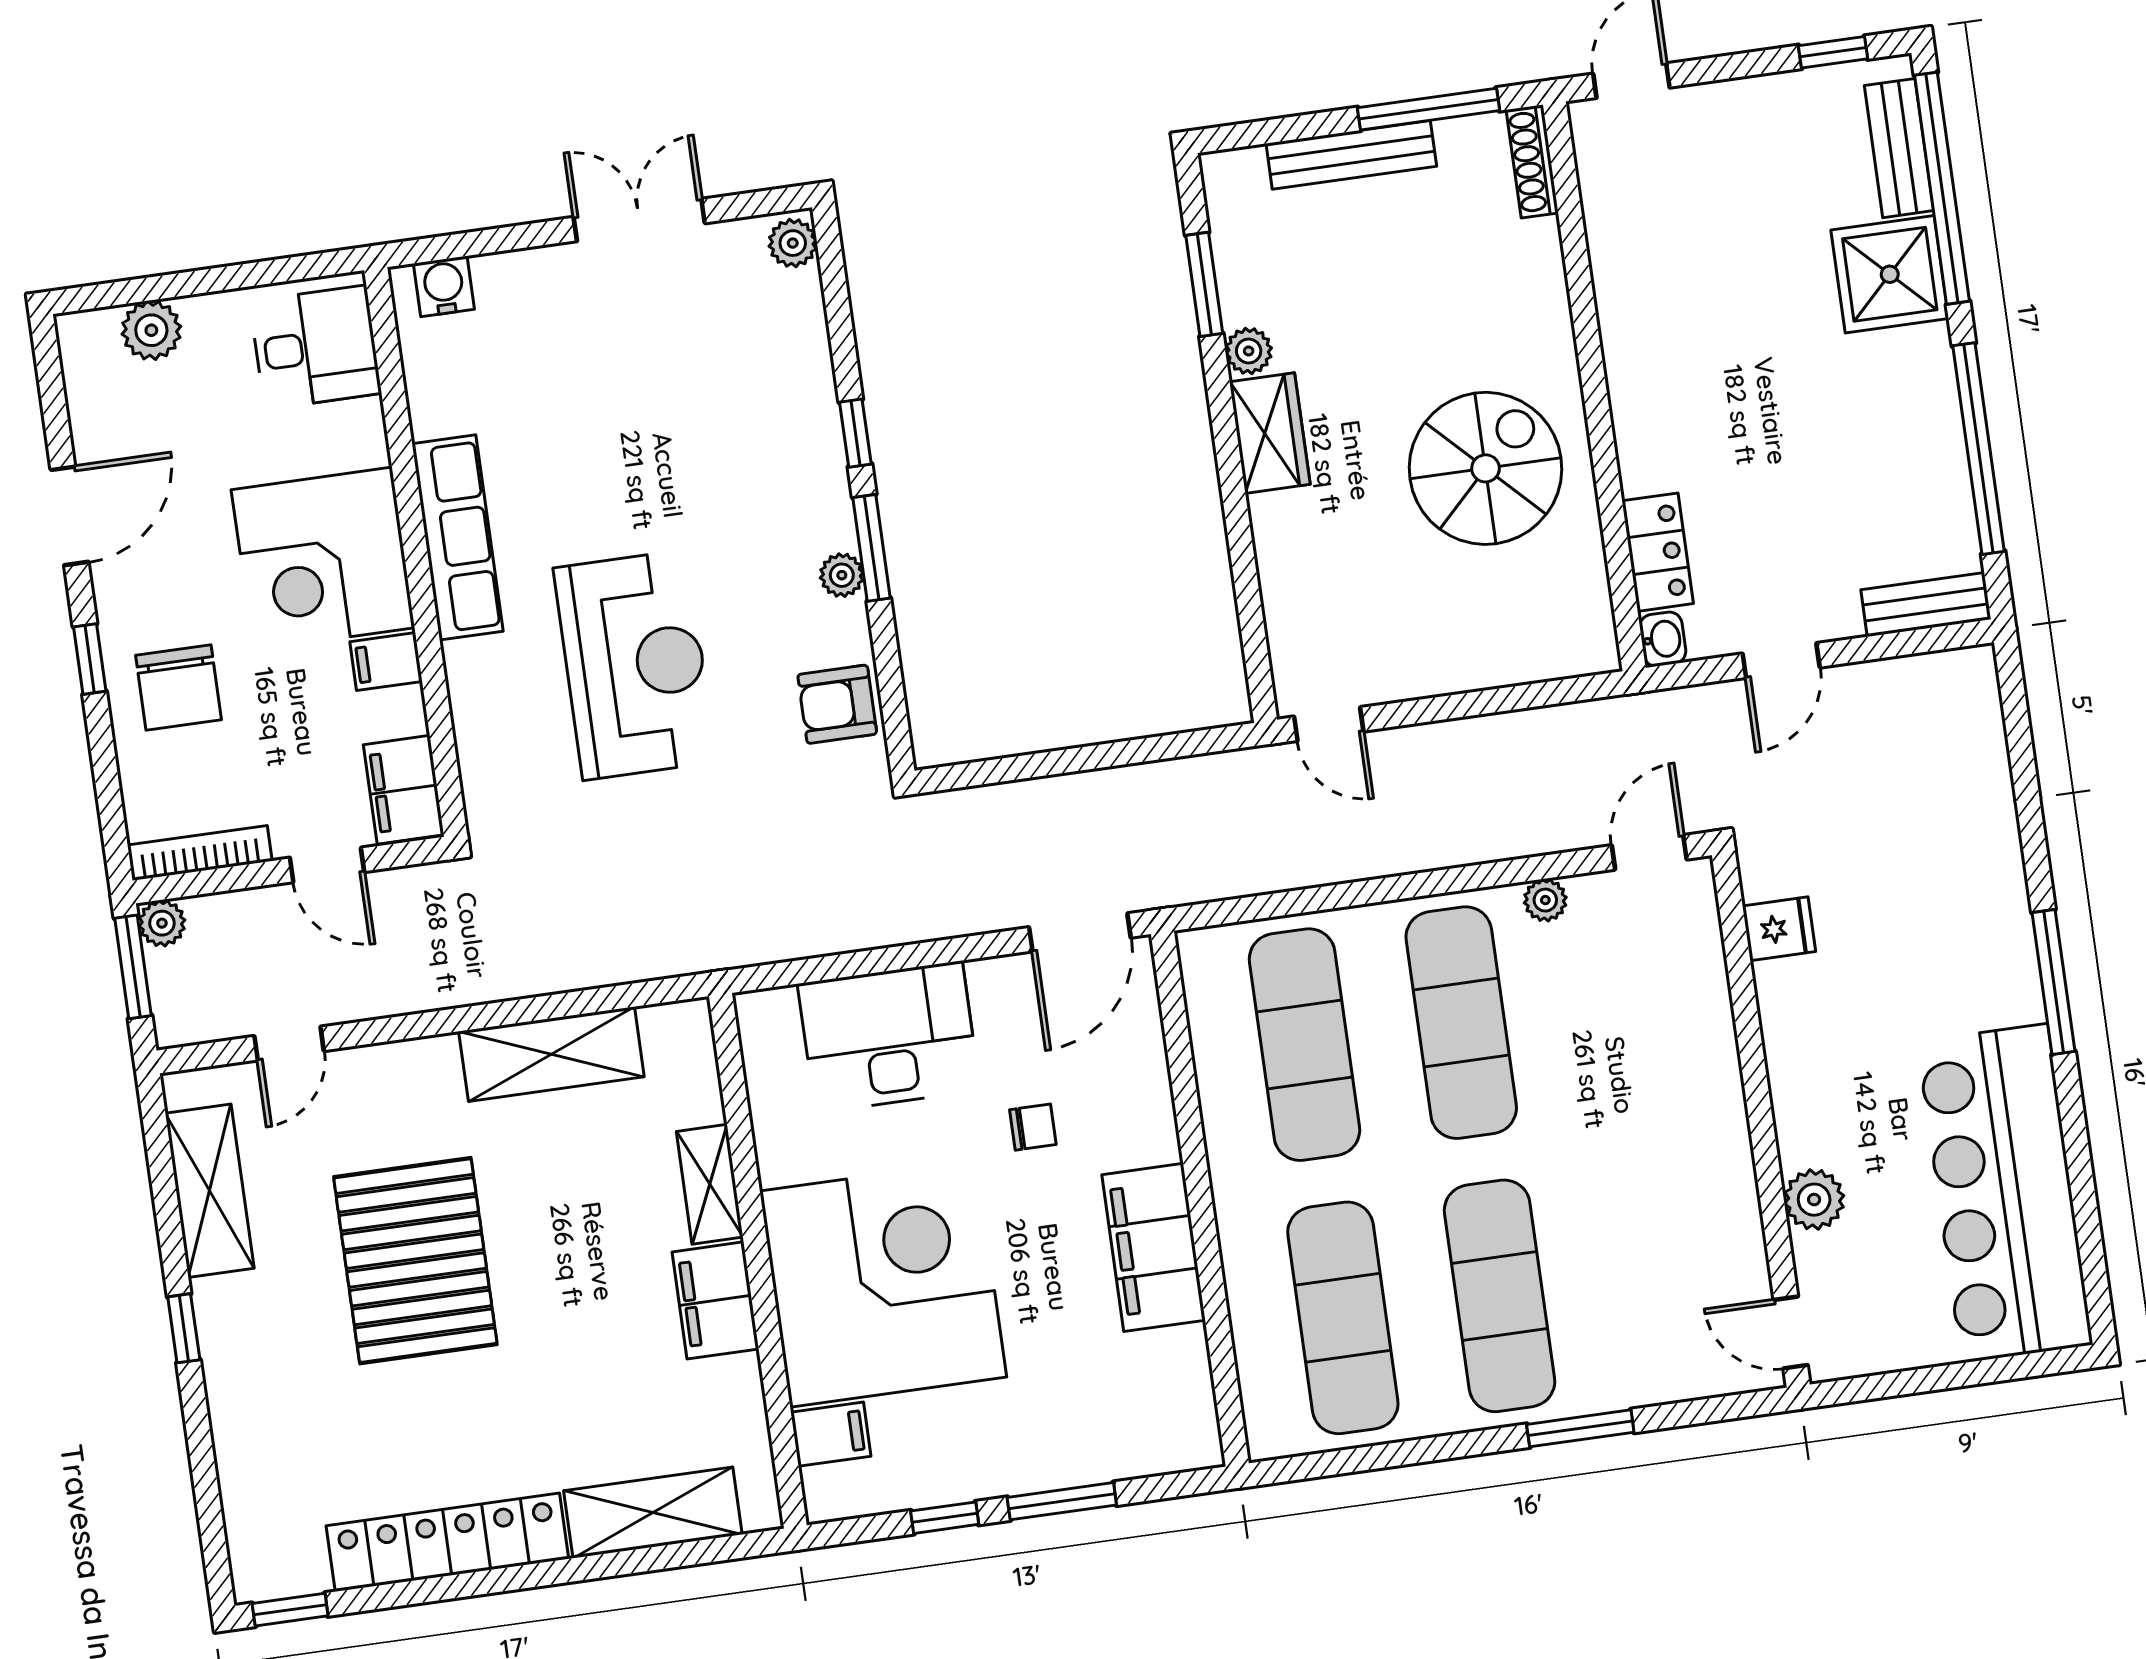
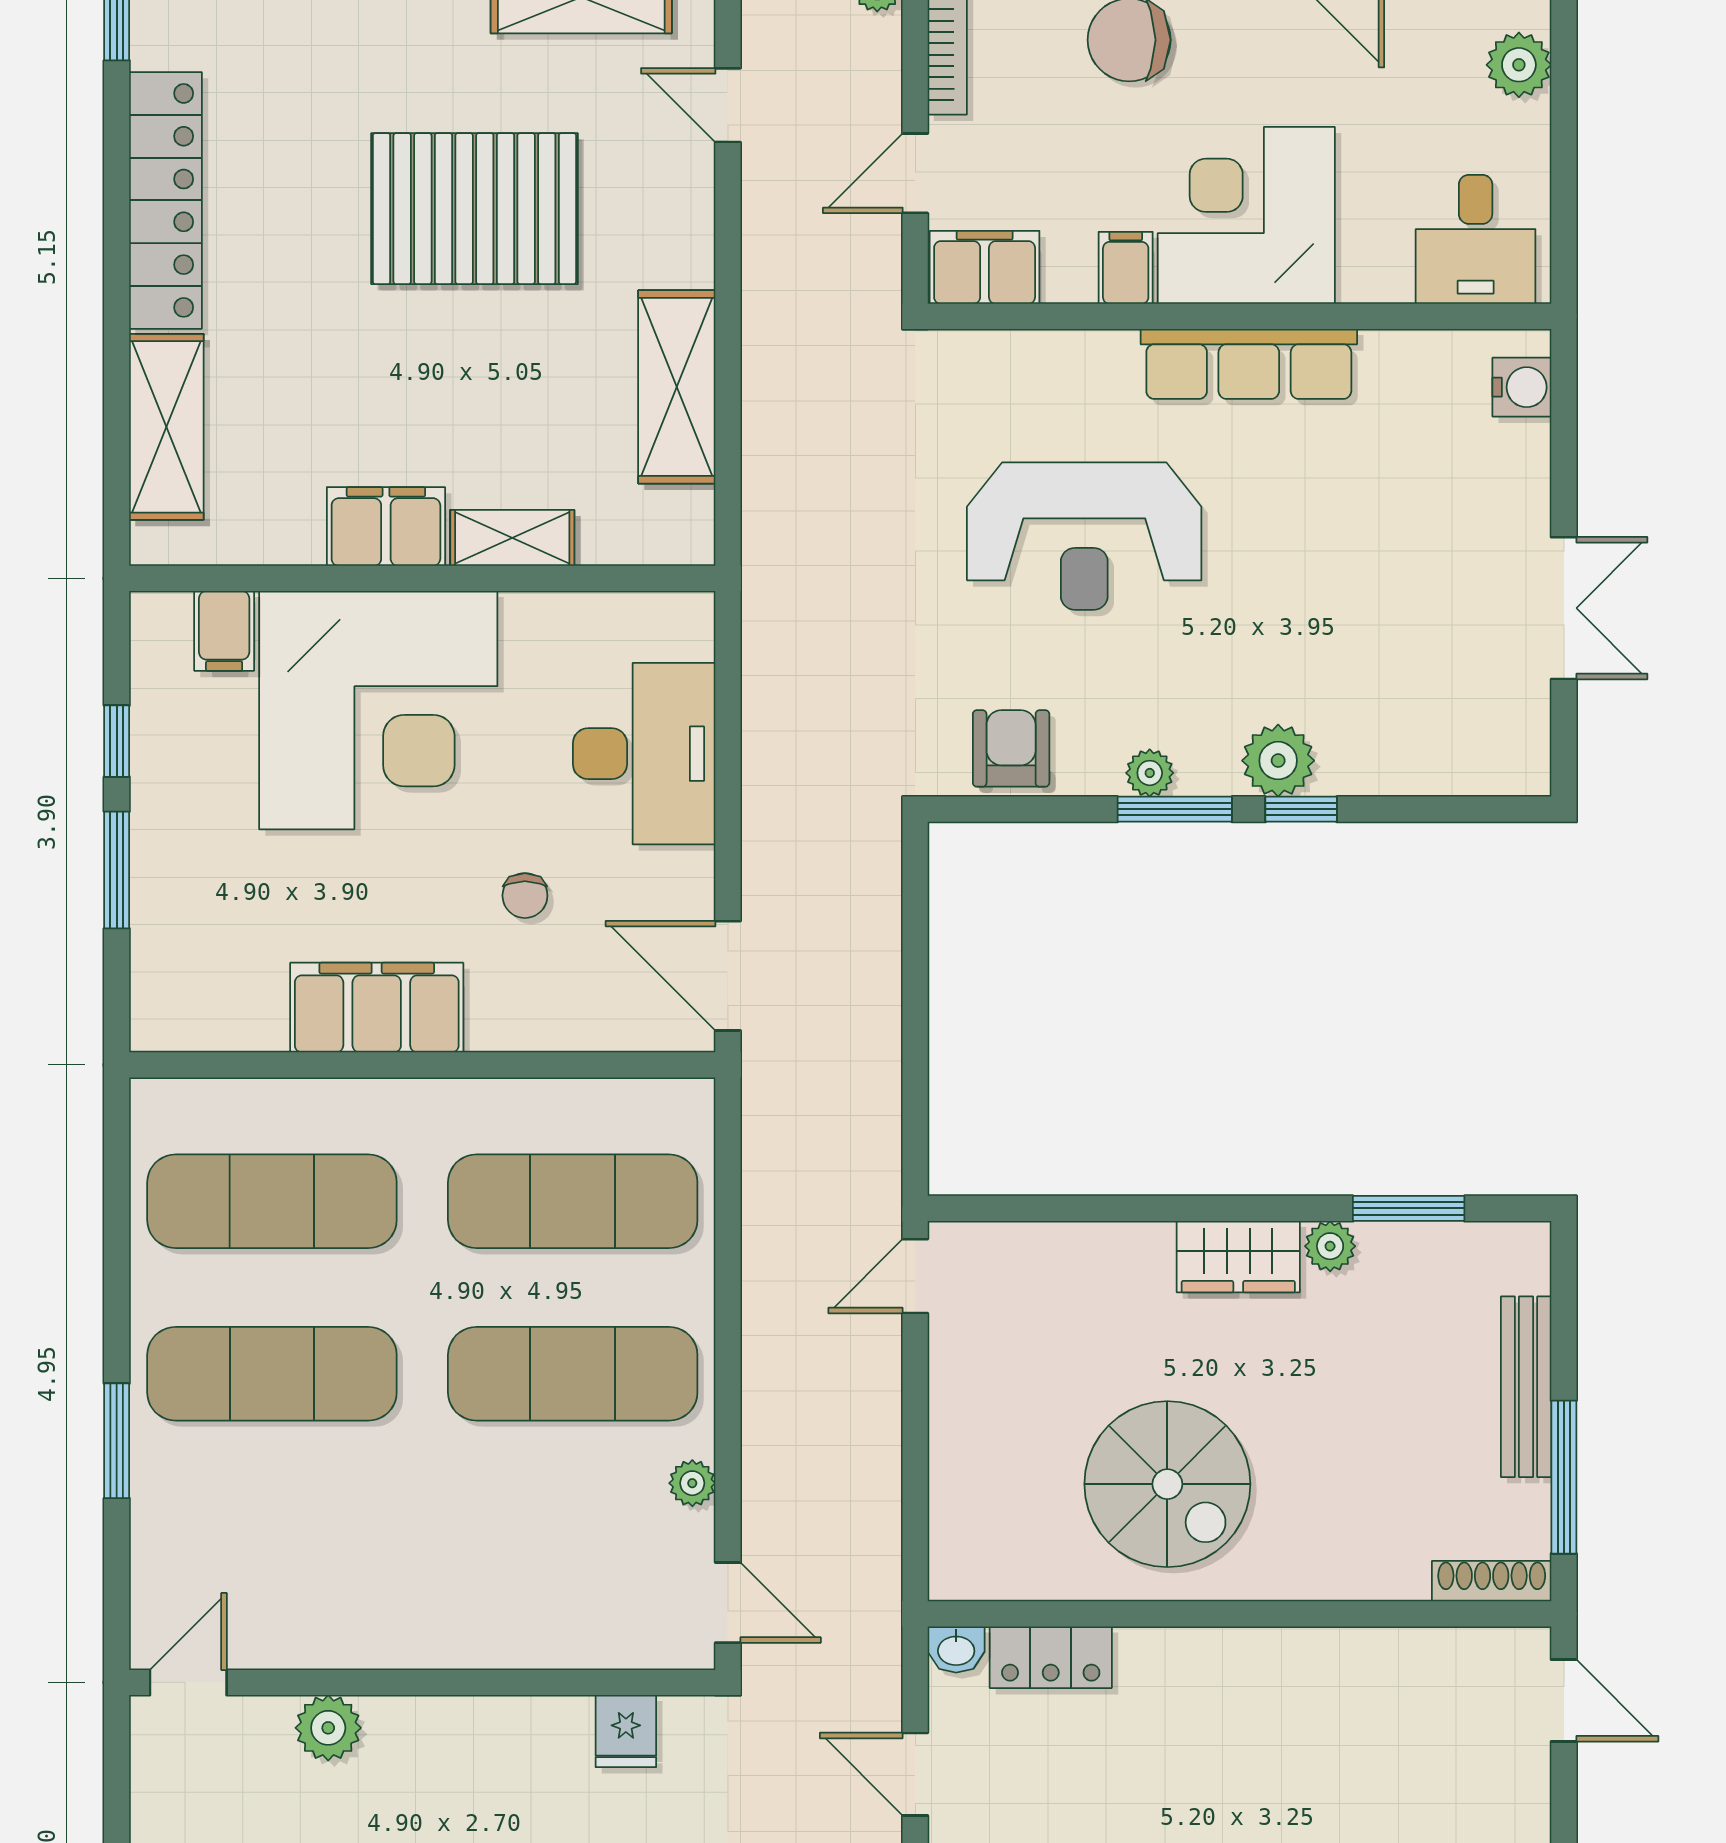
plant: (793, 243) -> (1278, 761), moved, width x1.38, depth x1.38

